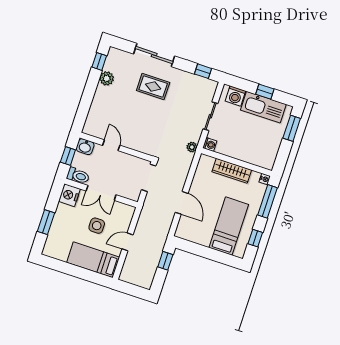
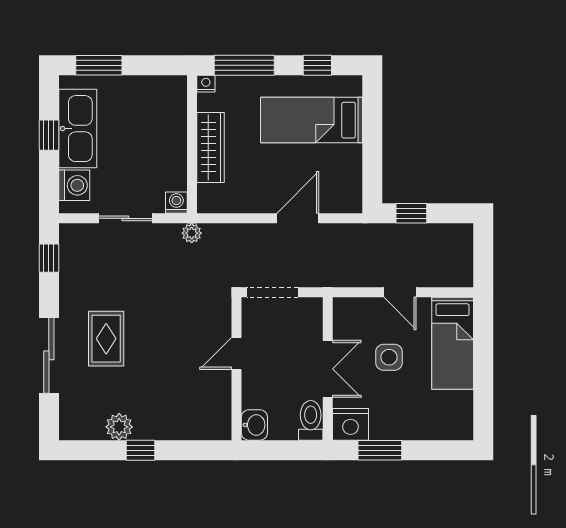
window: (99, 61) -> (141, 450), moved
door: (111, 145) -> (236, 353), moved
window: (68, 156) -> (281, 450), removed
window: (46, 222) -> (380, 450), moved

